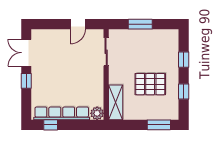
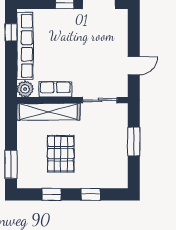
door: (78, 24) -> (134, 66), swing flipped
row of seats: (97, 89) -> (55, 89), added
shelving: (116, 102) -> (48, 112), width x1.47

